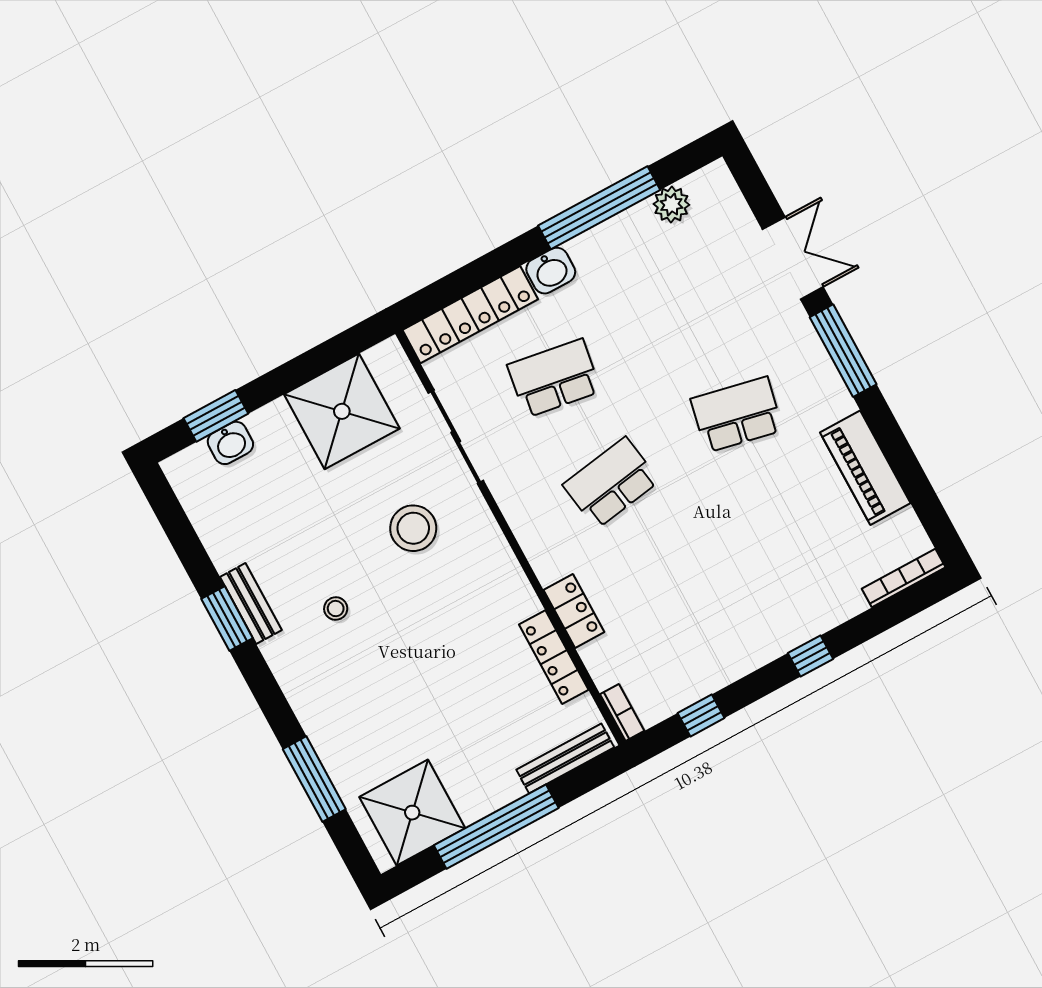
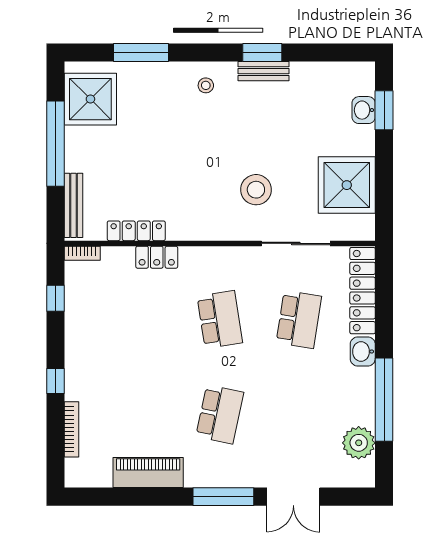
plant: (671, 204) -> (359, 443), width x1.36, depth x1.36
bookcase: (904, 578) -> (72, 429), moved
stool: (336, 609) -> (206, 85), moved

